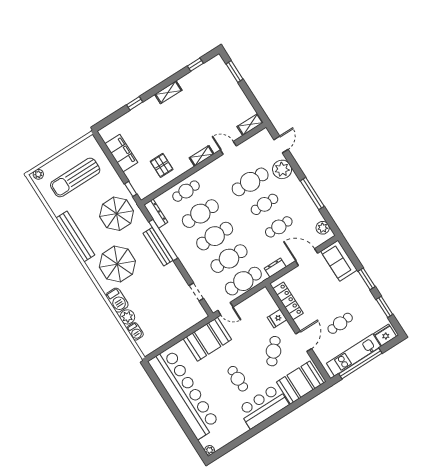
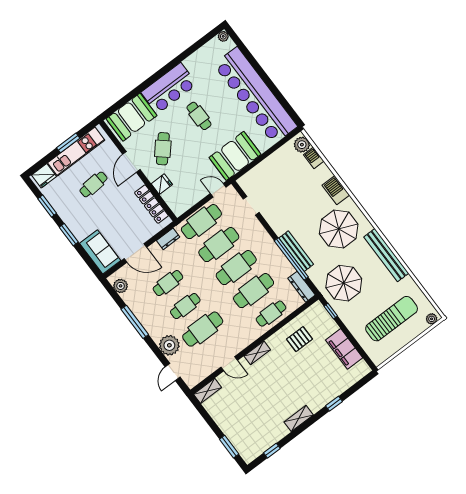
pallet: (162, 165) -> (299, 339), turned 90
plant: (127, 317) -> (302, 145), moved
window: (360, 363) -> (68, 143), width x0.47

